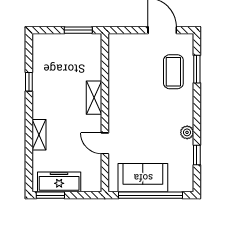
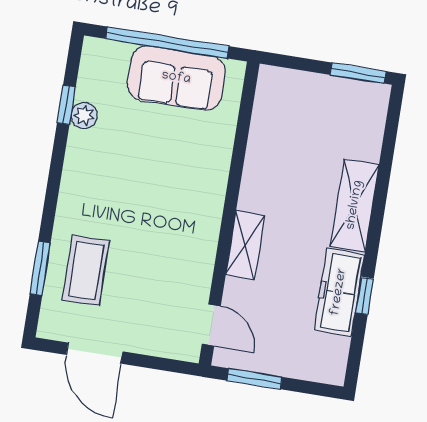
plant: (187, 132) -> (84, 115), moved
shelving: (39, 135) -> (355, 205), width x1.50, depth x1.33
door: (105, 143) -> (211, 325), moved
freezer: (59, 182) -> (339, 292), moved, turned 90

